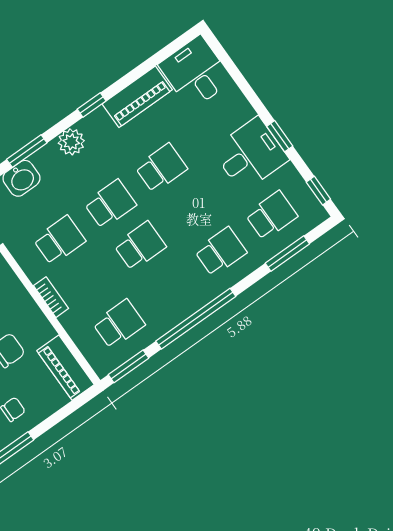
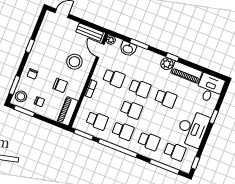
window: (280, 136) -> (214, 117), moved
plant: (71, 142) -> (167, 64), moved
desk: (250, 154) -> (193, 129), width x1.37
window: (287, 254) -> (164, 167), width x1.44
school desk: (170, 288) -> (123, 131), added

